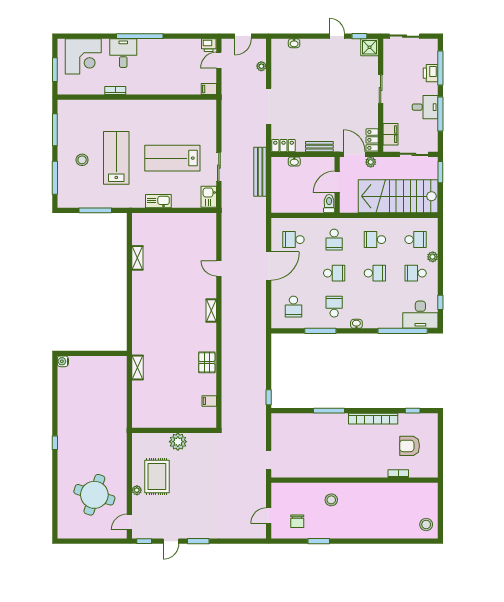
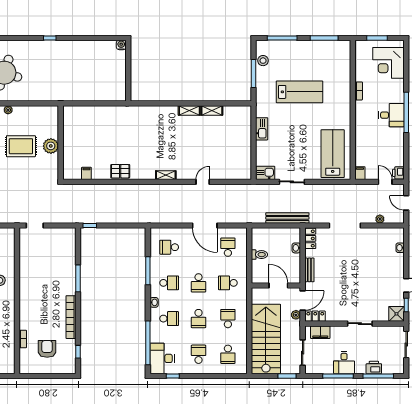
desk: (123, 53) -> (391, 115), moved
lab bench: (172, 158) -> (333, 154), moved
stool: (82, 160) -> (263, 61), moved
toilet: (329, 204) -> (259, 255), moved
plant: (433, 257) -> (213, 369), removed
school desk: (375, 307) -> (169, 319), added
shelving: (138, 368) -> (189, 110), moved
rug: (157, 476) -> (21, 146), moved

